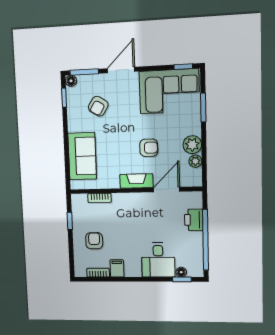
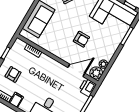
plant: (192, 145) -> (96, 73), moved
fireplace: (136, 181) -> (62, 54), removed
printer: (194, 220) -> (88, 87), moved

